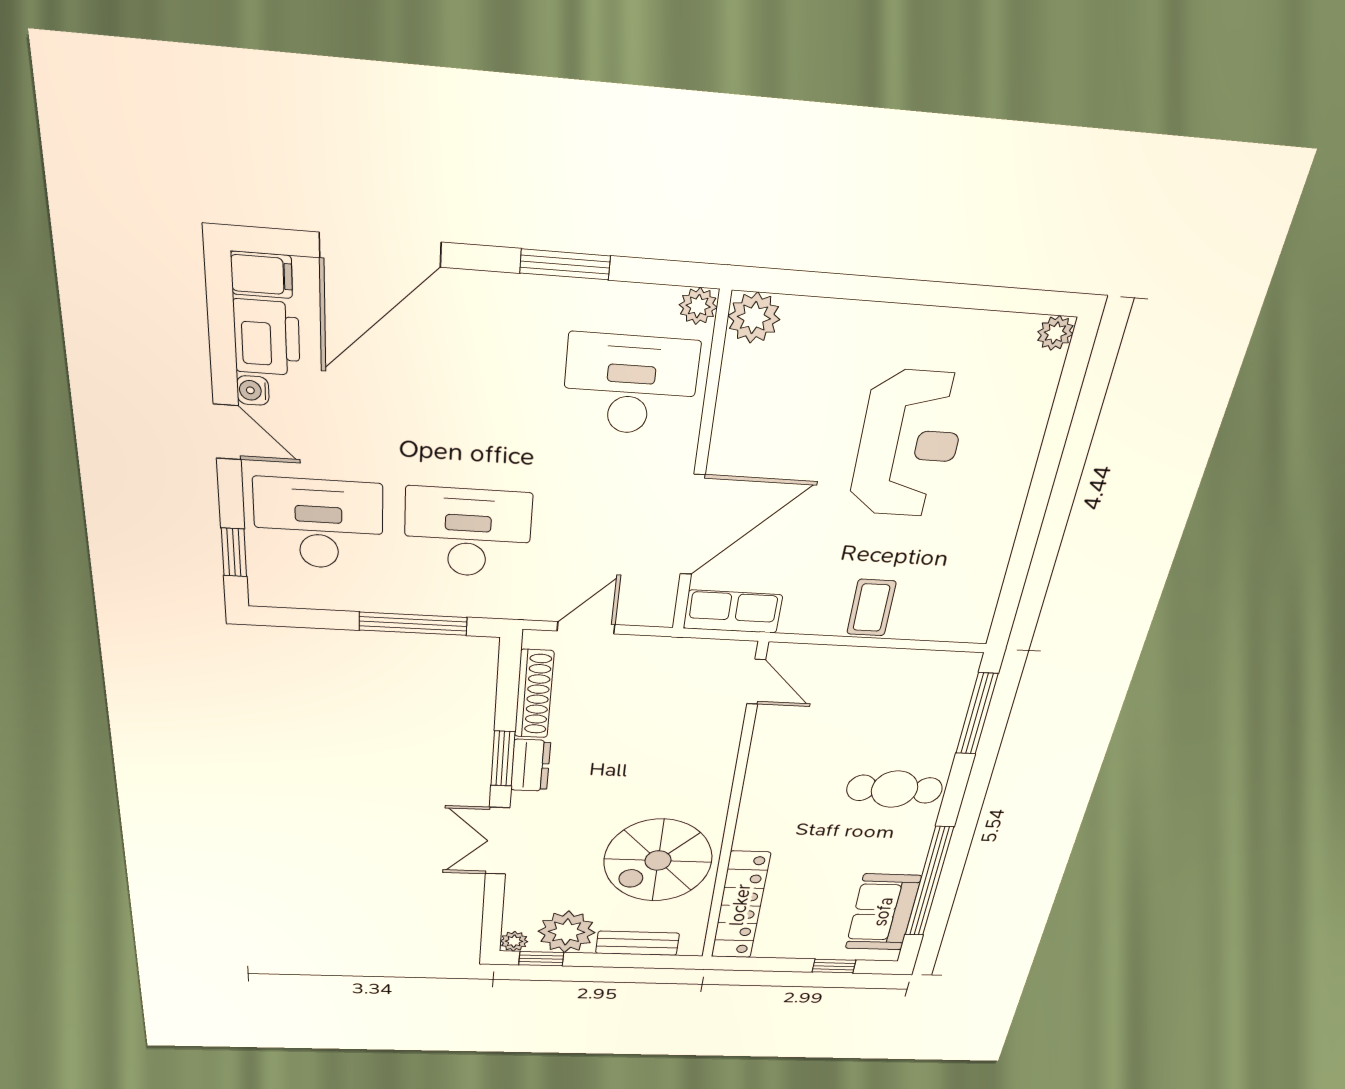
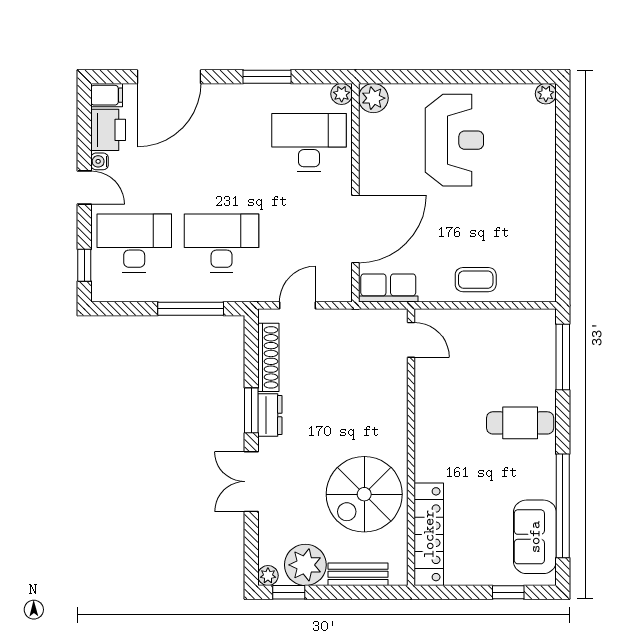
reception desk: (909, 445) -> (454, 140), moved
coffee table: (871, 608) -> (476, 280), turned 90

